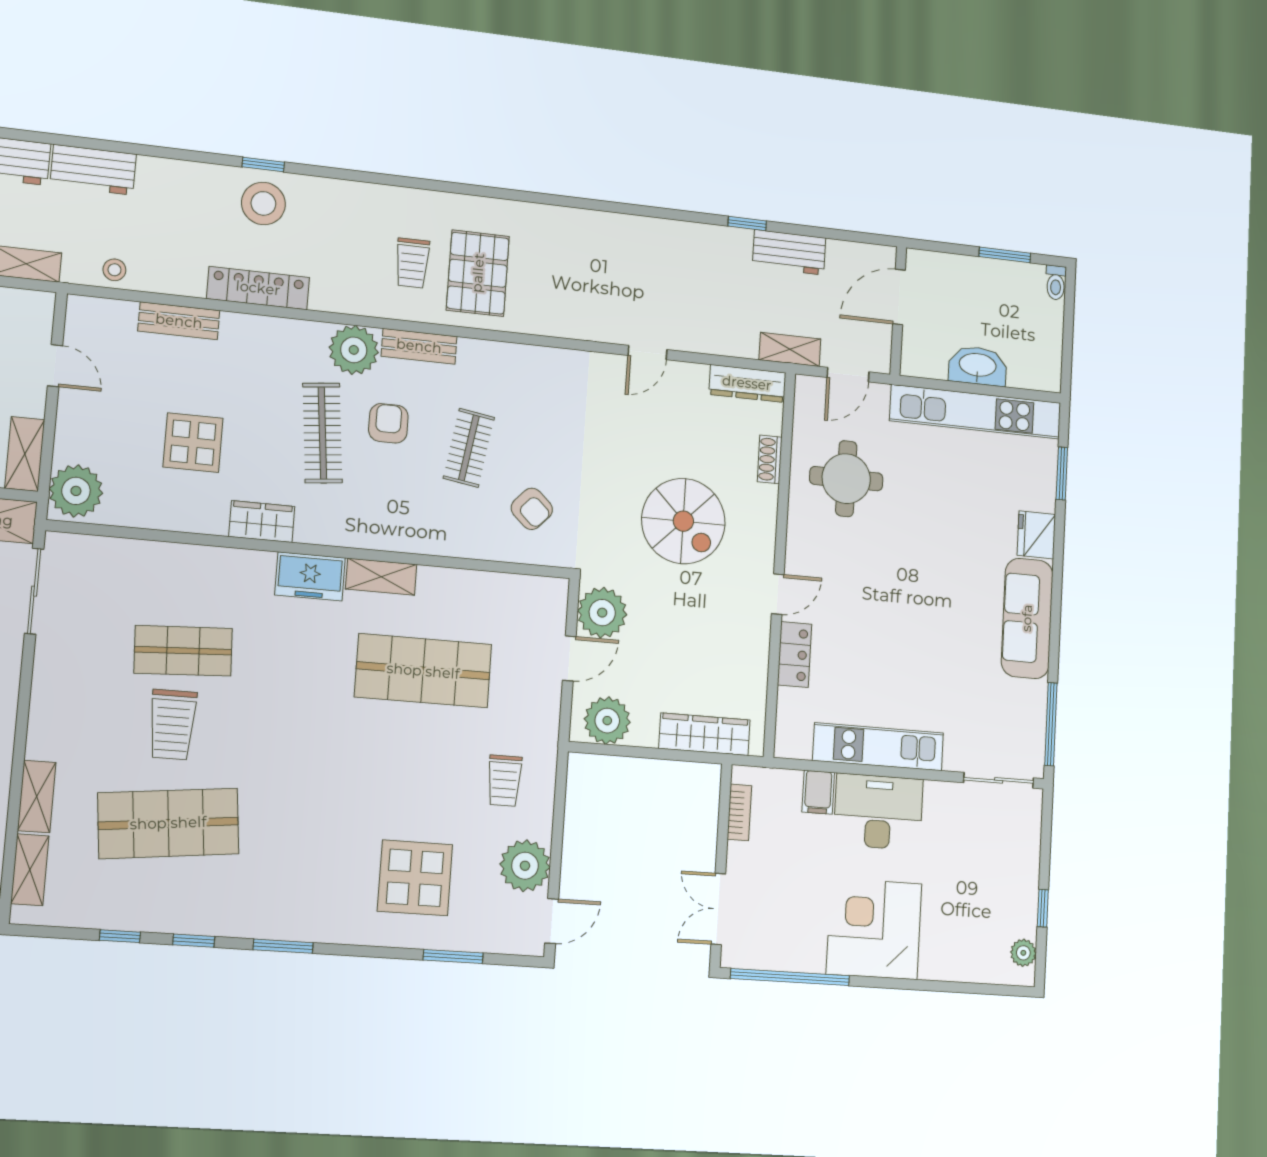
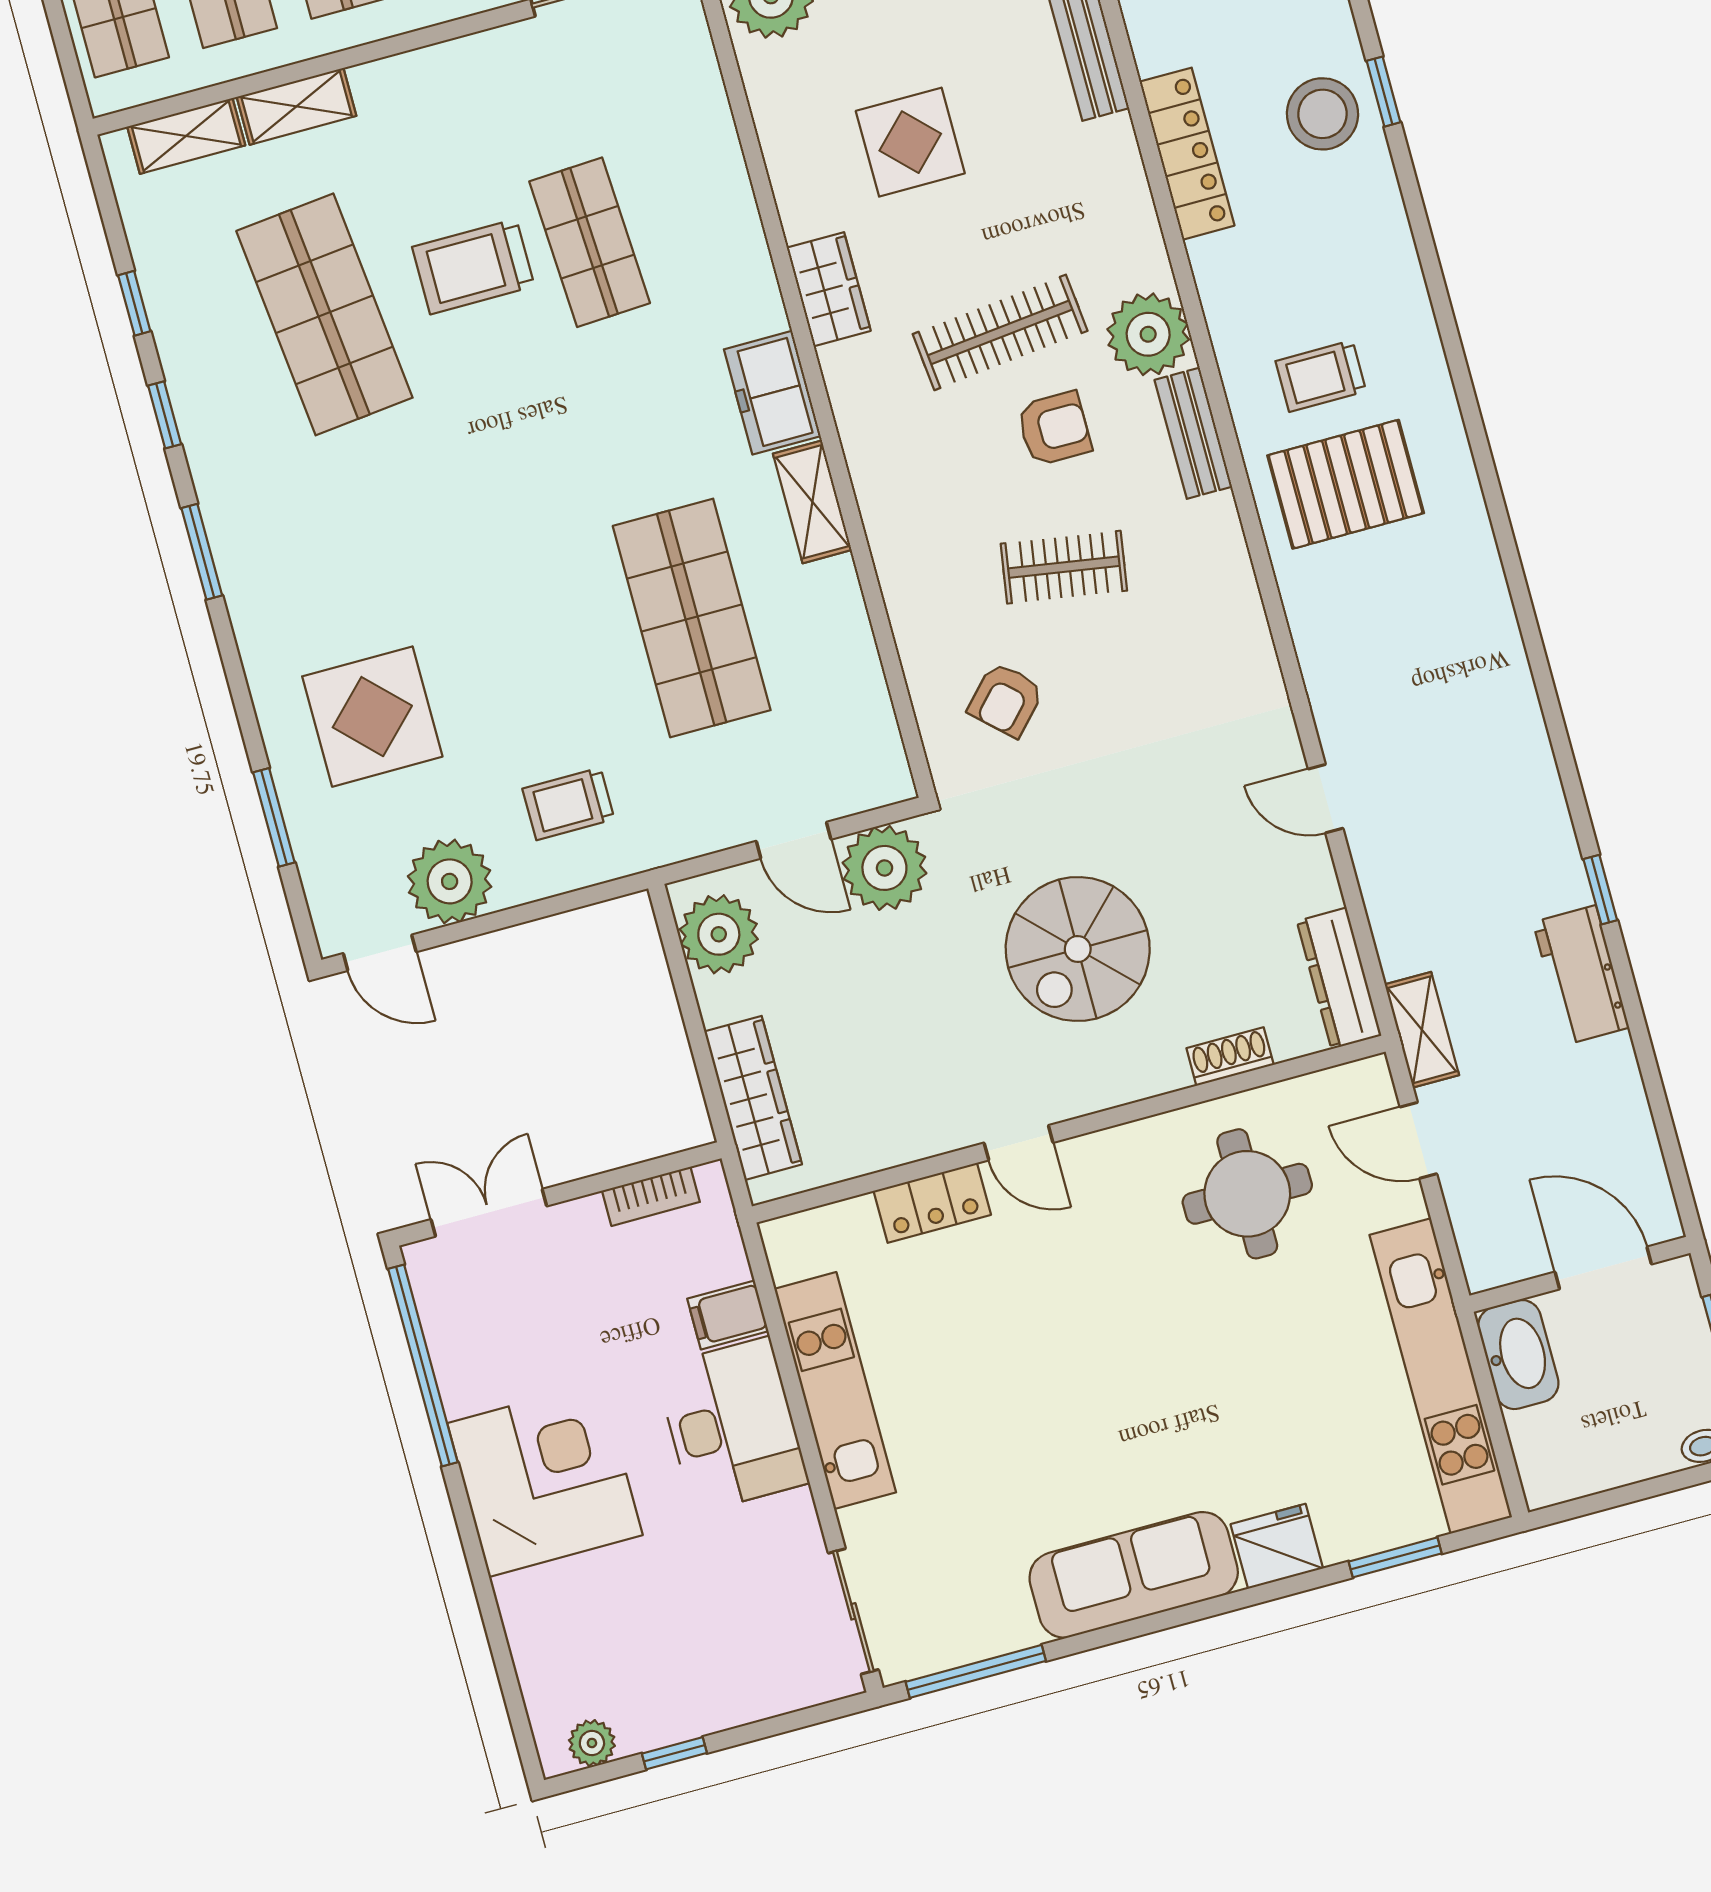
door: (899, 297) -> (1603, 1268), moved
wall: (898, 311) -> (1580, 1274), moved

